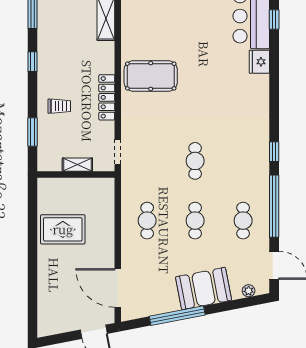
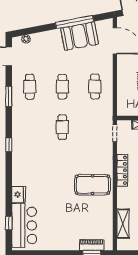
window: (274, 152) -> (9, 145), moved
window: (274, 206) -> (9, 96), width x0.47
booth: (204, 289) -> (79, 36), moved

